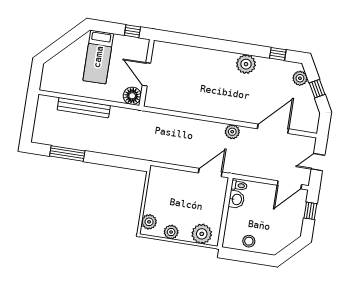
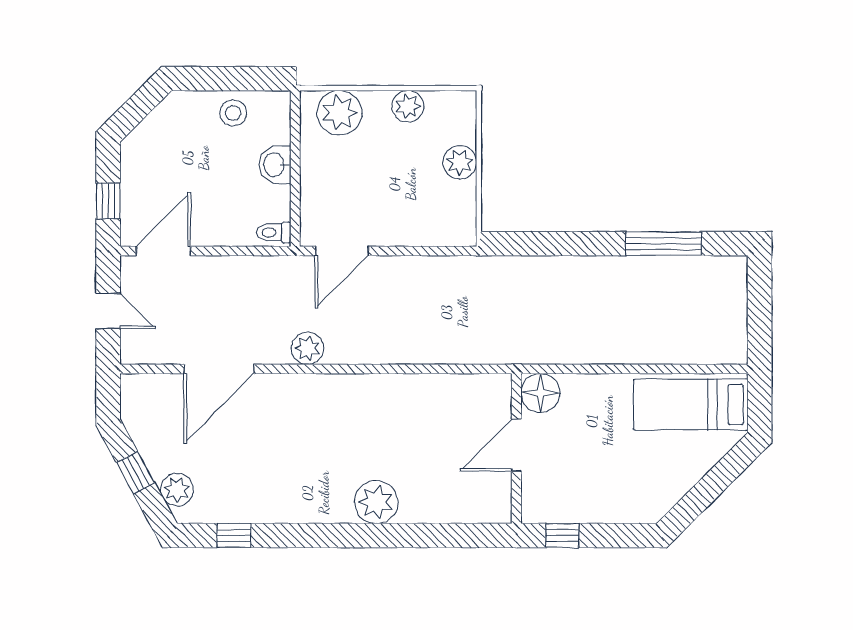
bed: (98, 57) -> (691, 405), moved, turned -90
plant: (246, 64) -> (376, 502), moved
door: (146, 74) -> (516, 445), swing flipped
bench: (84, 108) -> (643, 350), removed
door: (318, 162) -> (108, 311), hinge flipped
washbasin: (236, 199) -> (275, 165), moved
plant: (149, 222) -> (460, 162), moved

